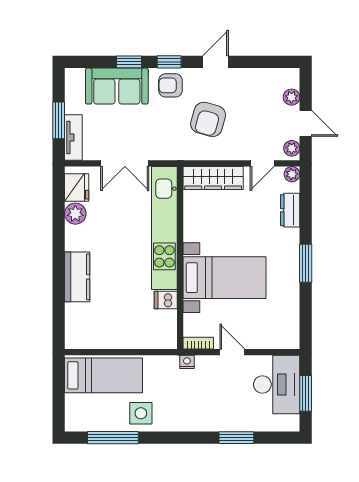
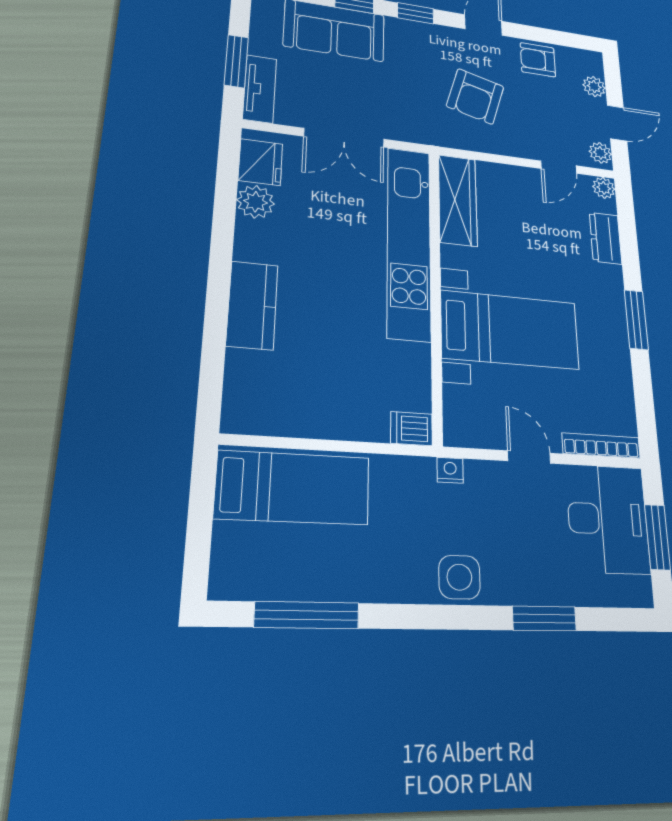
armchair: (170, 85) -> (538, 60), moved
door: (306, 123) -> (617, 123), hinge flipped
wardrobe: (213, 178) -> (458, 200), moved, turned -90
dishwasher: (166, 300) -> (412, 429), moved
bookcase: (198, 343) -> (601, 446), moved, width x1.56
side table: (141, 413) -> (459, 577), moved

